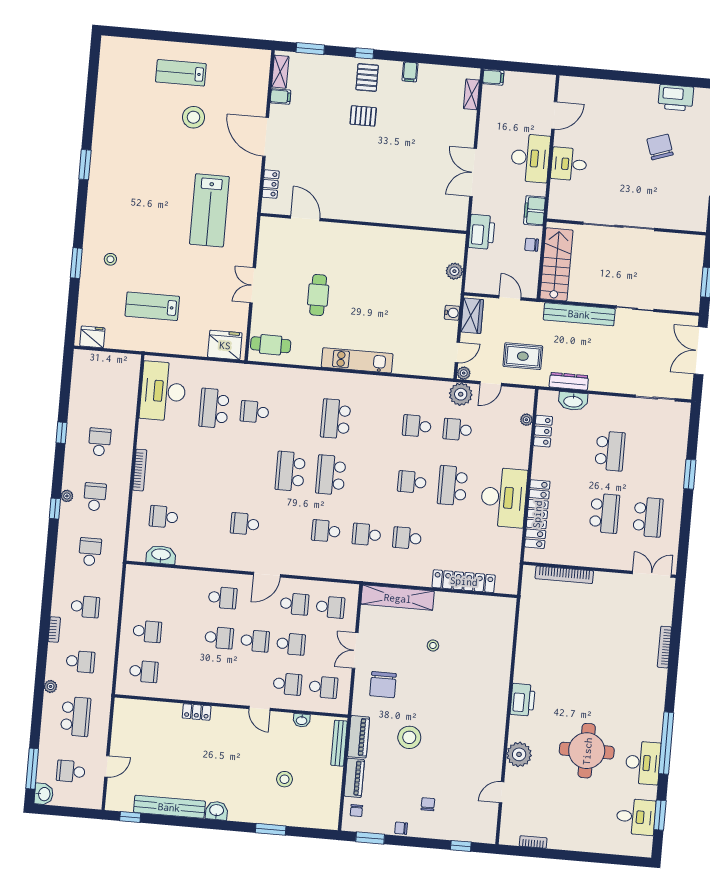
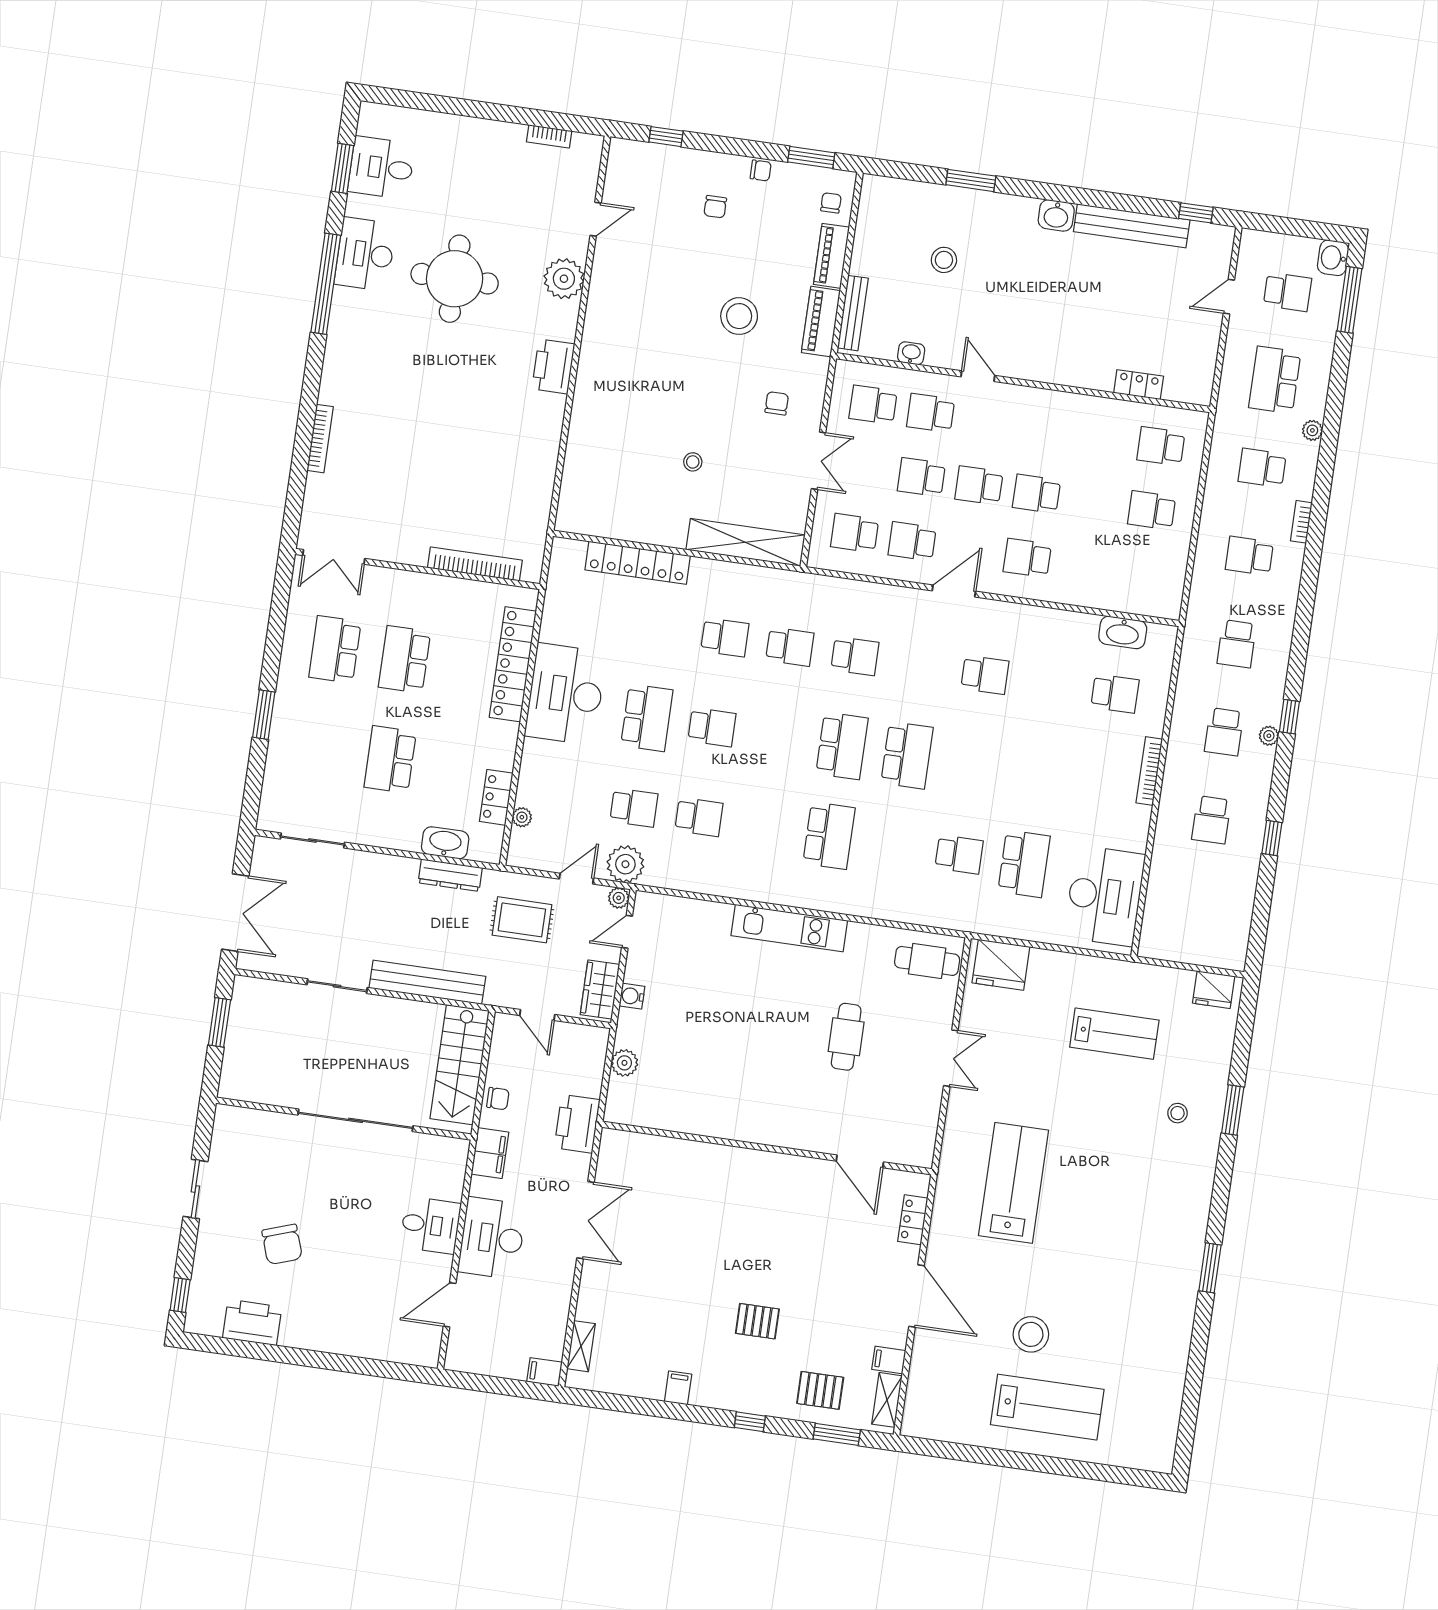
lab bench: (181, 73) -> (1047, 1407), width x1.36, depth x1.39
pallet: (367, 77) -> (820, 1390), moved, turned 90
chair: (383, 685) -> (777, 403), width x0.54, depth x0.54
locker: (197, 712) -> (1139, 385), moved

